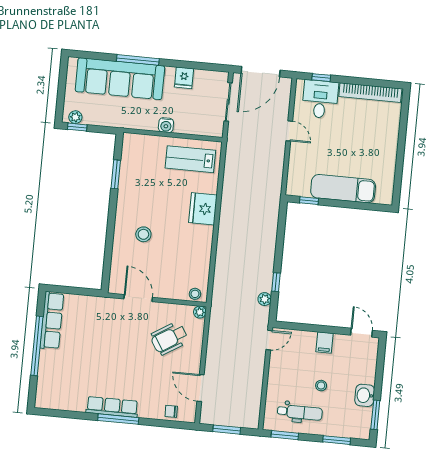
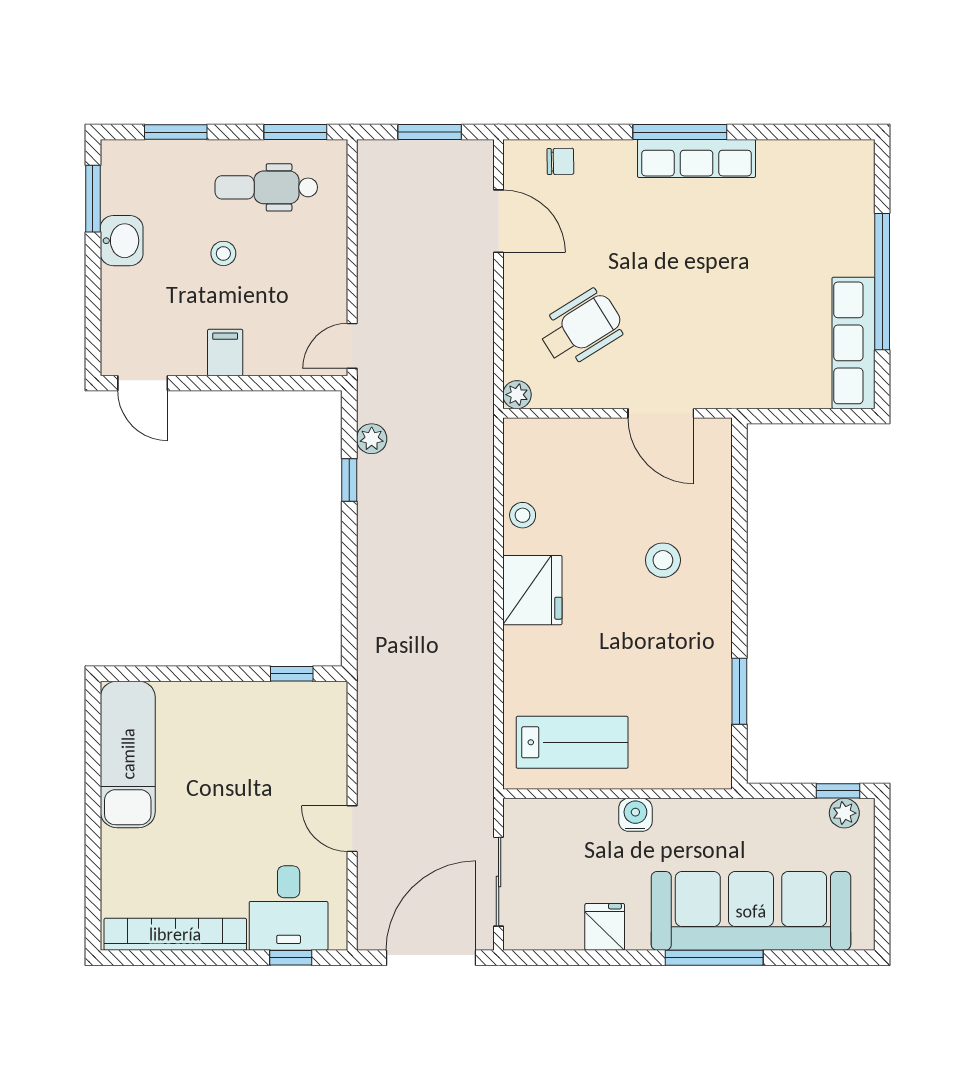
exam couch: (343, 189) -> (128, 754), moved, turned -90
fridge: (203, 209) -> (532, 590), moved
stool: (195, 294) -> (523, 515), moved

